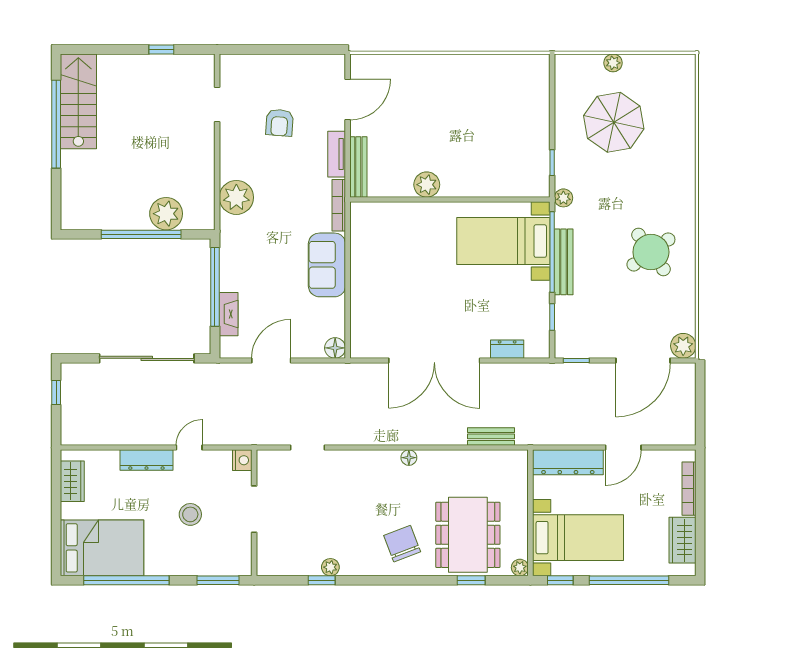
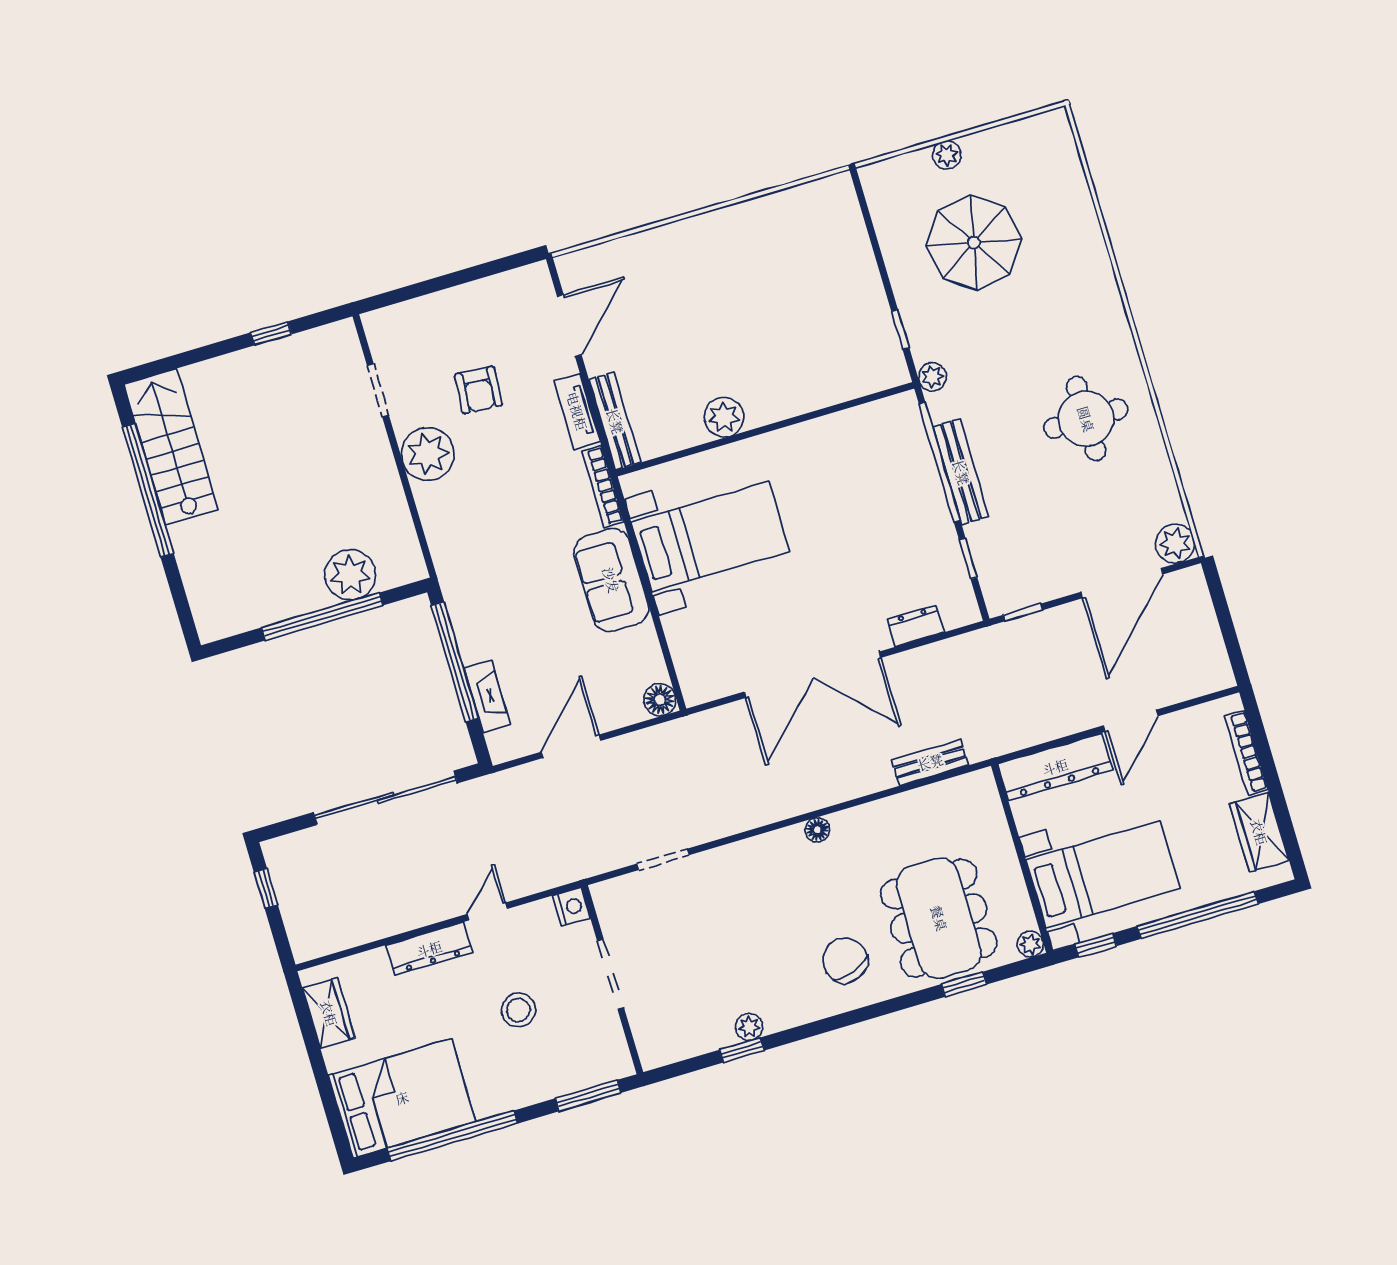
plant: (236, 197) -> (428, 454), moved
bed with nightstands: (503, 241) -> (710, 537), moved, turned 180
round table: (651, 252) -> (1086, 419), turned 36

